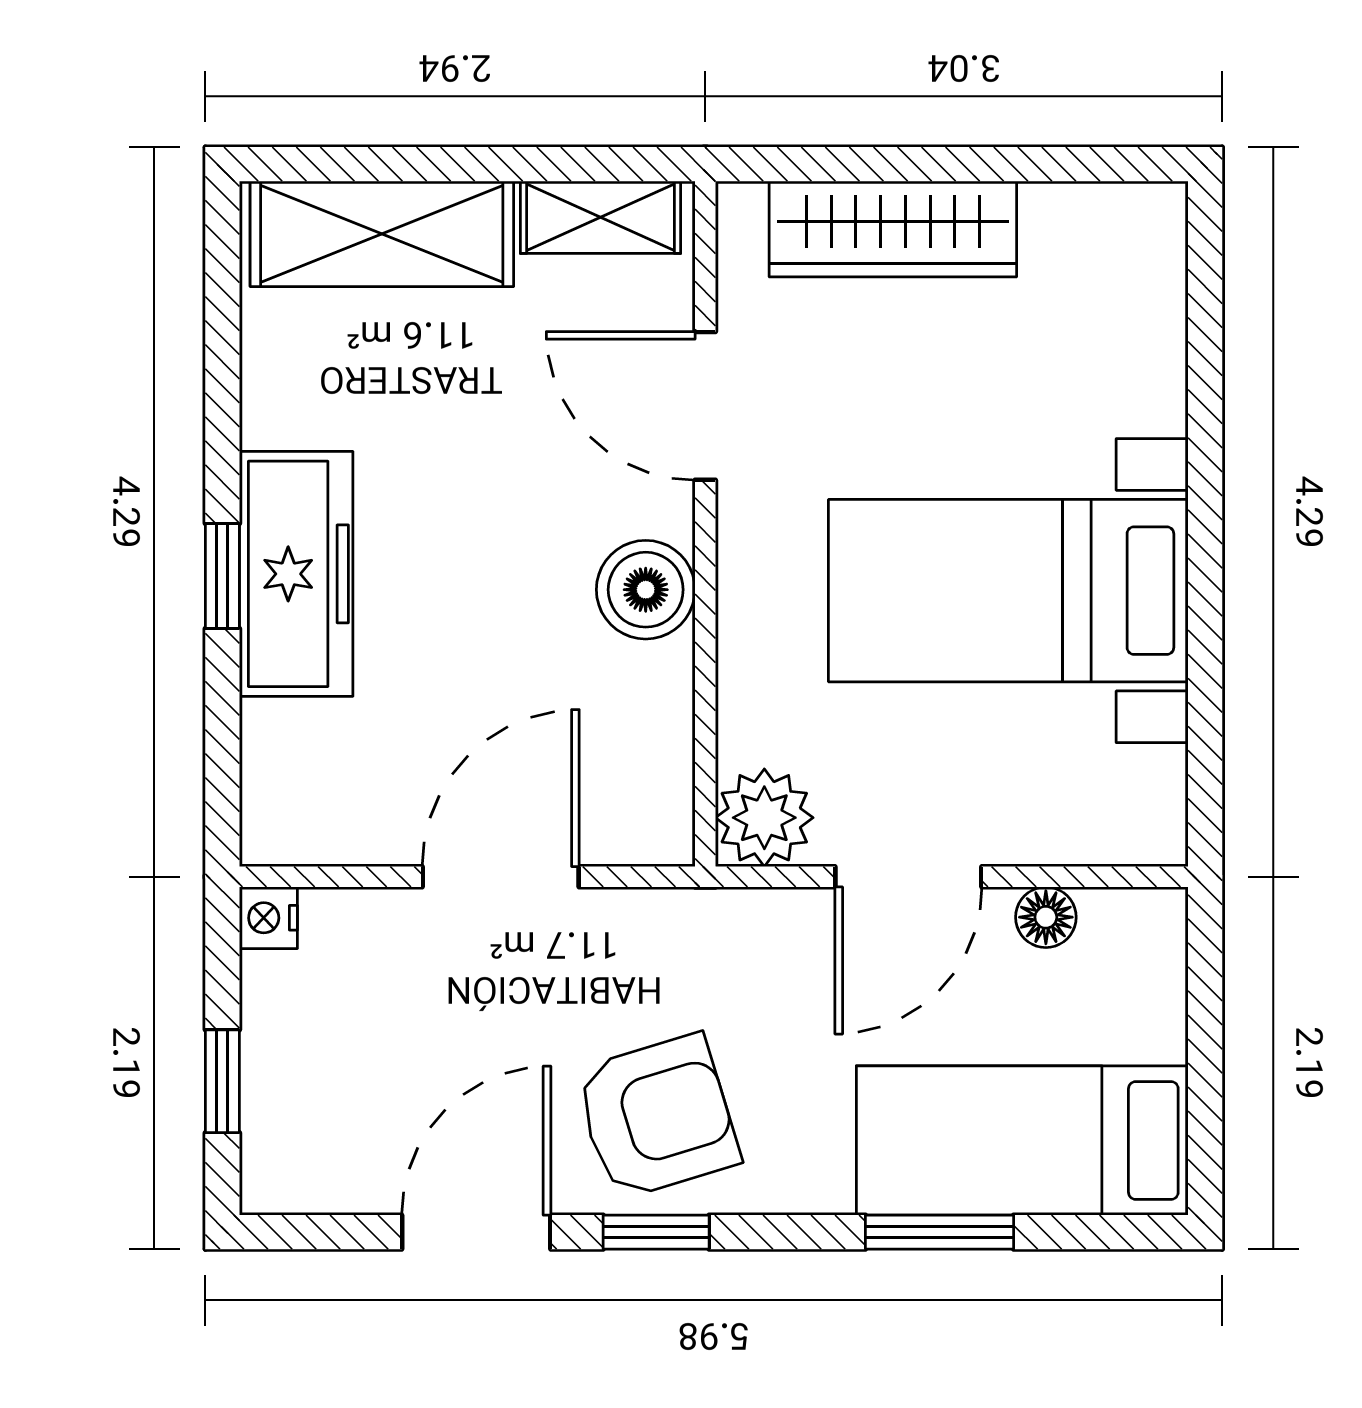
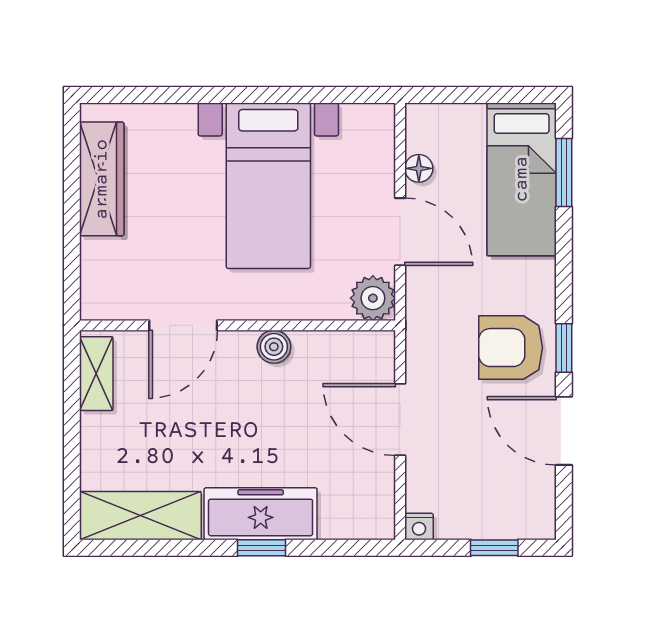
wardrobe: (893, 229) -> (102, 179), moved
shelving: (382, 234) -> (140, 516), moved, turned 90
boiler: (646, 590) -> (274, 347), width x0.73, depth x0.73
armchair: (657, 1117) -> (511, 348), turned -73
window: (940, 1232) -> (564, 173), moved

